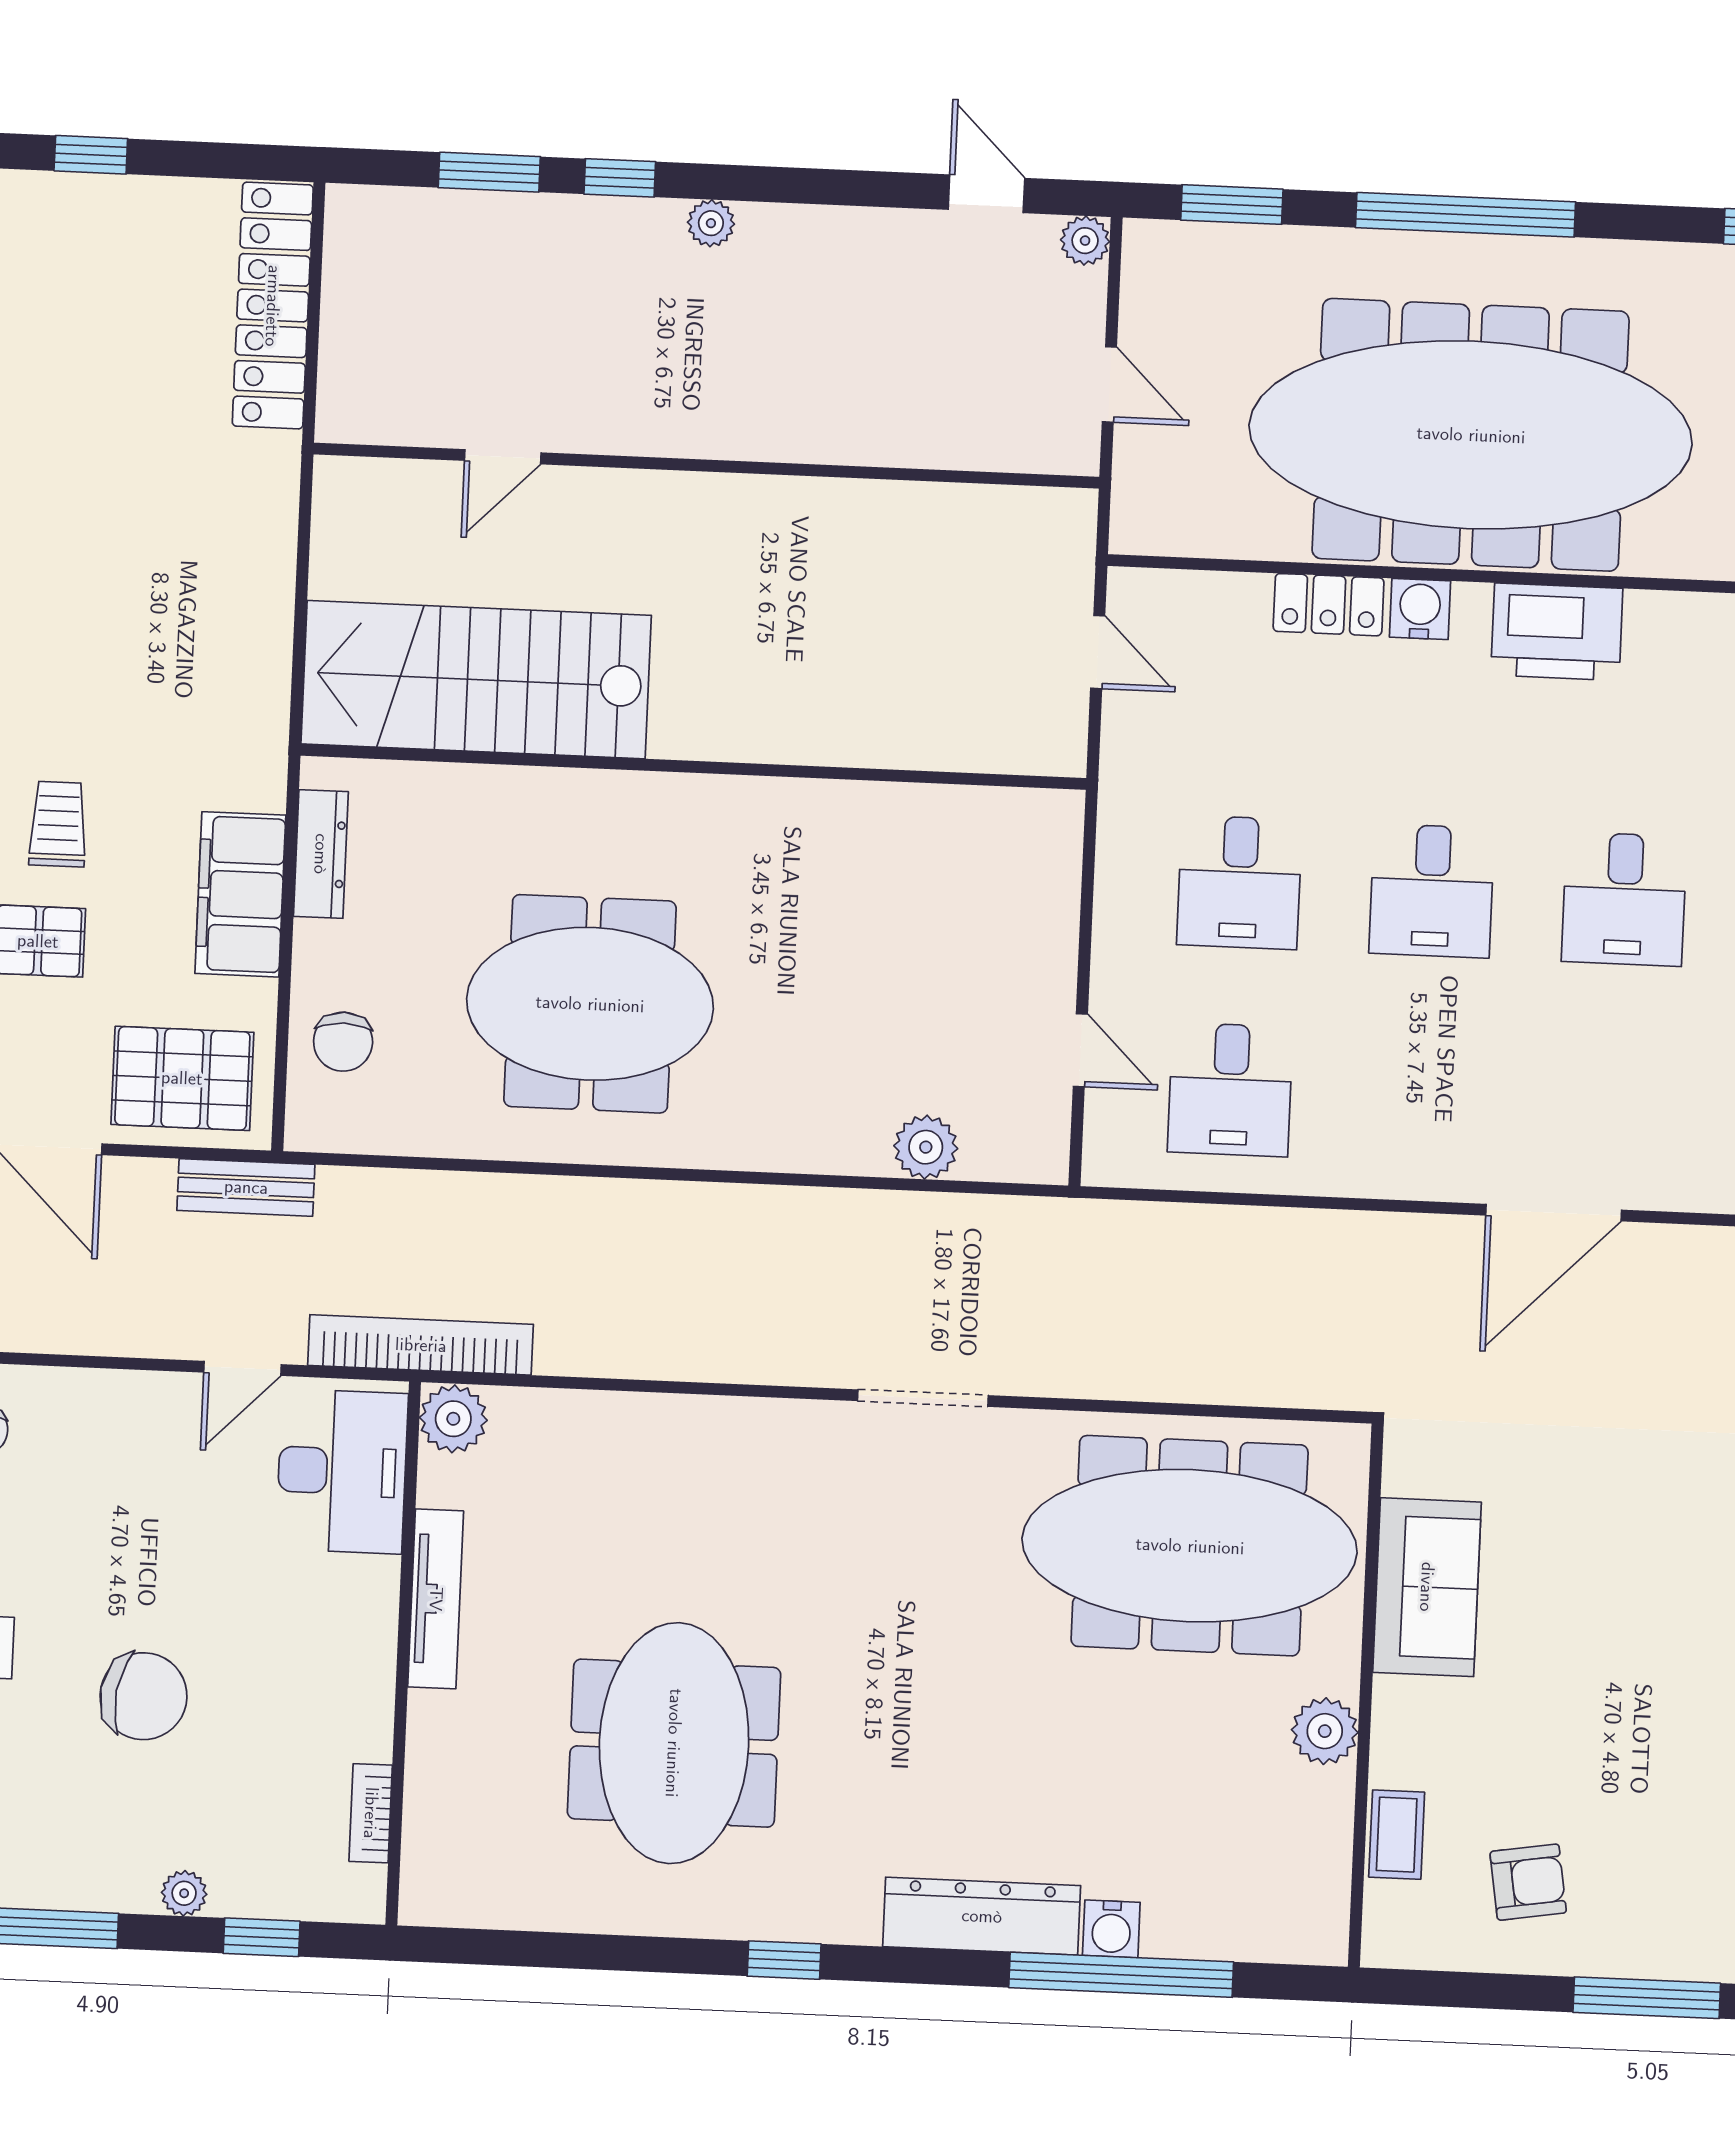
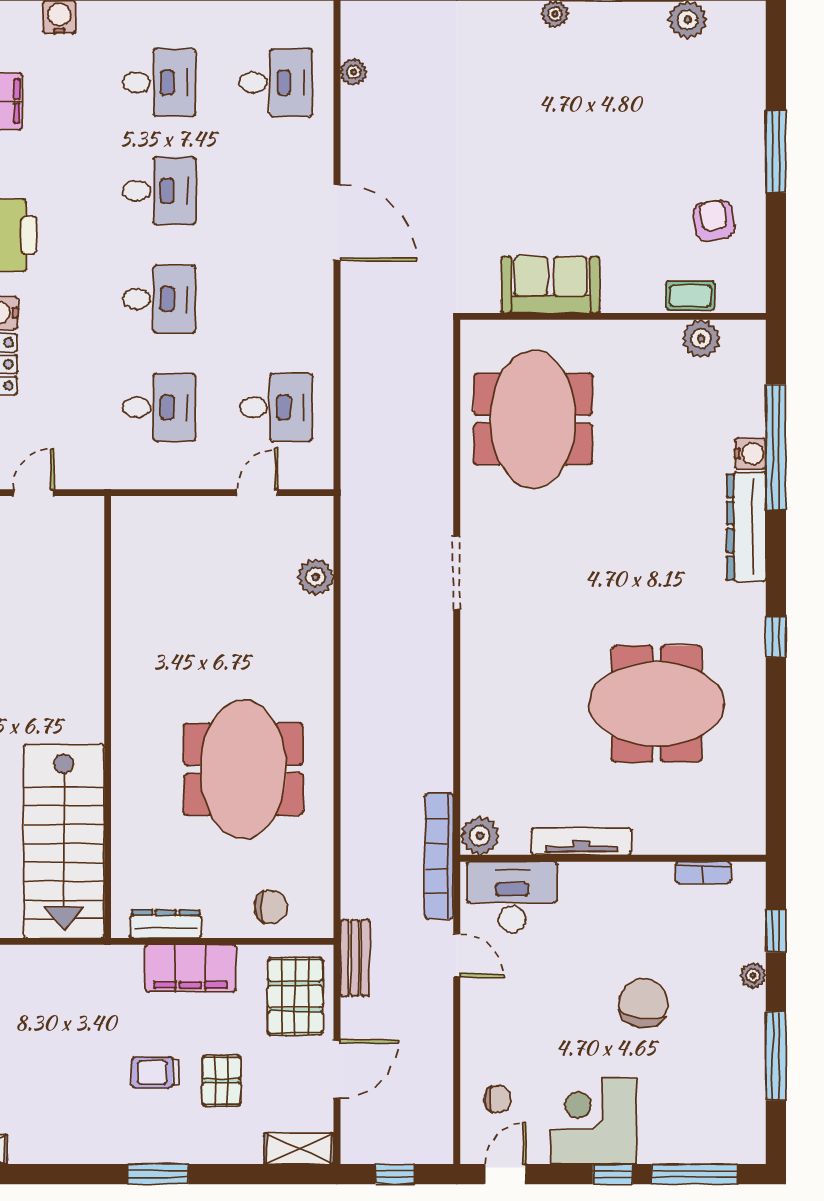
meeting table: (1190, 1546) -> (533, 419), width x0.73
plant: (1325, 1731) -> (701, 339), moved

